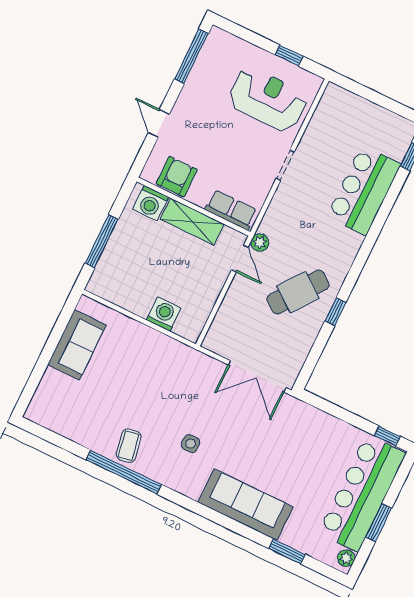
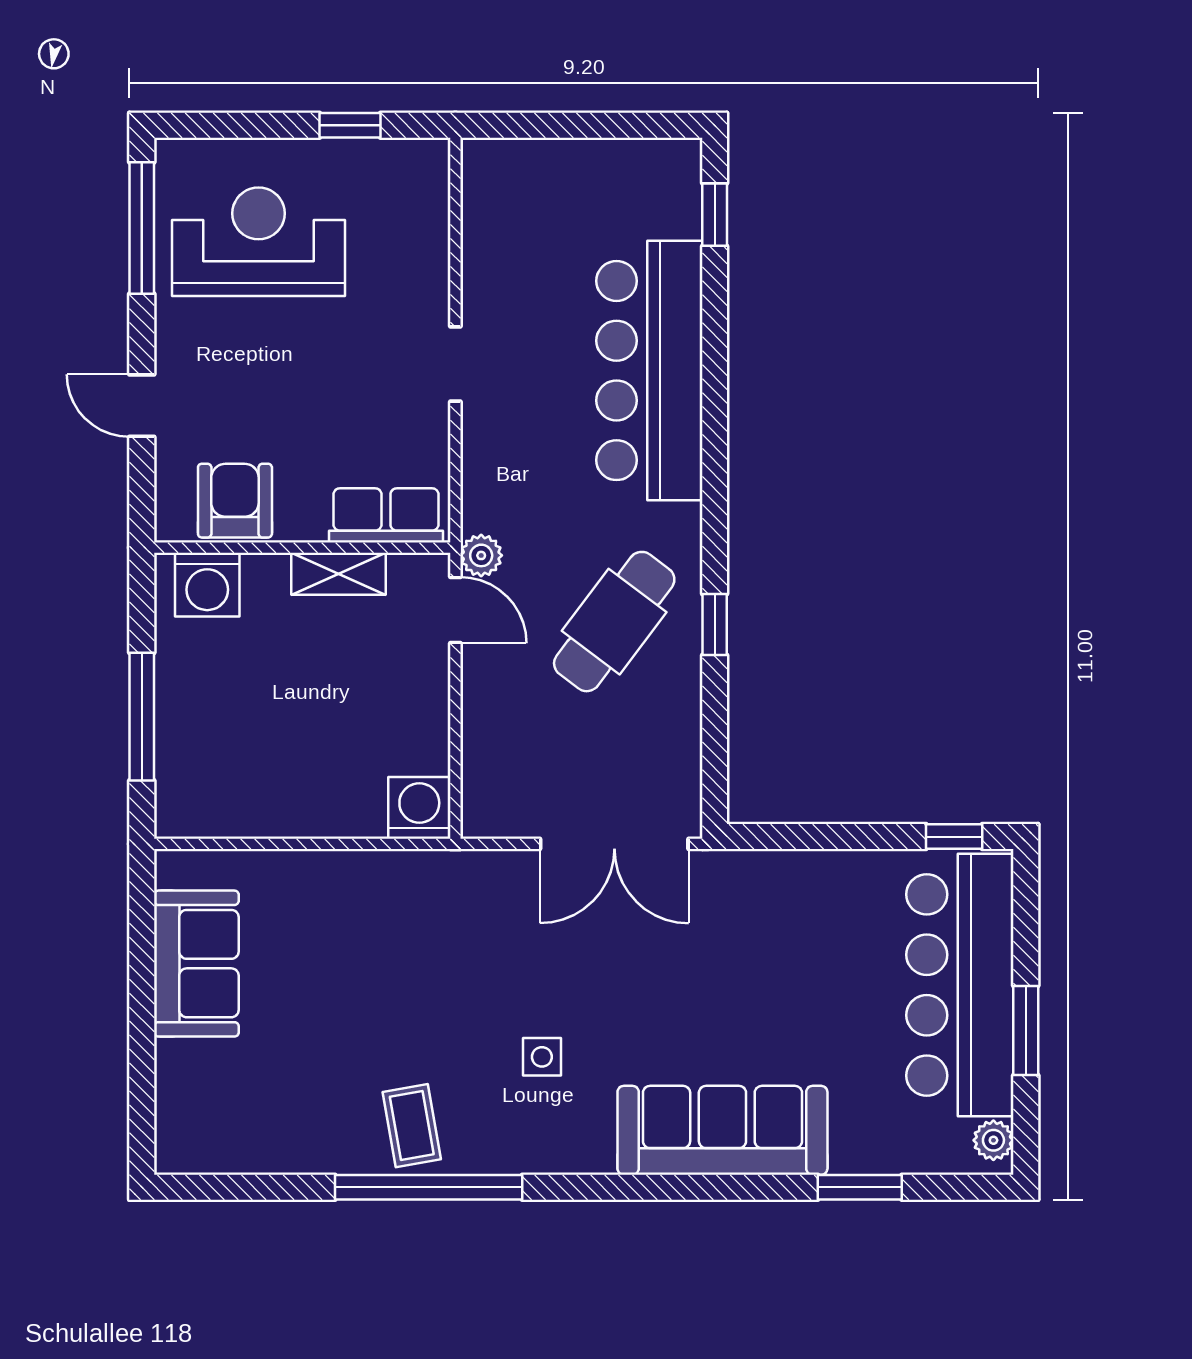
reception desk: (268, 99) -> (259, 242), moved
bar counter: (364, 190) -> (649, 371), width x1.36
shelving: (192, 222) -> (338, 574), width x0.67, depth x0.75
washing machine: (164, 314) -> (419, 808), moved

